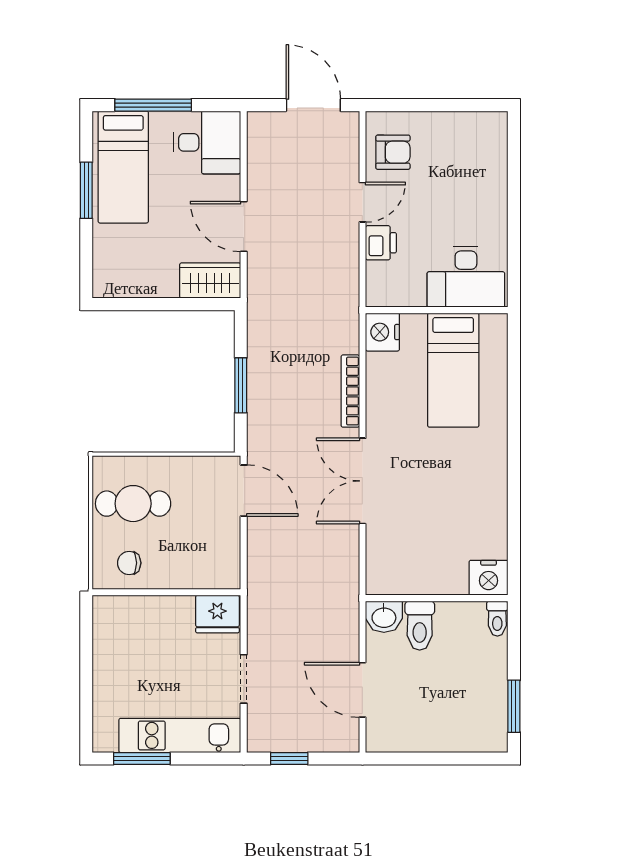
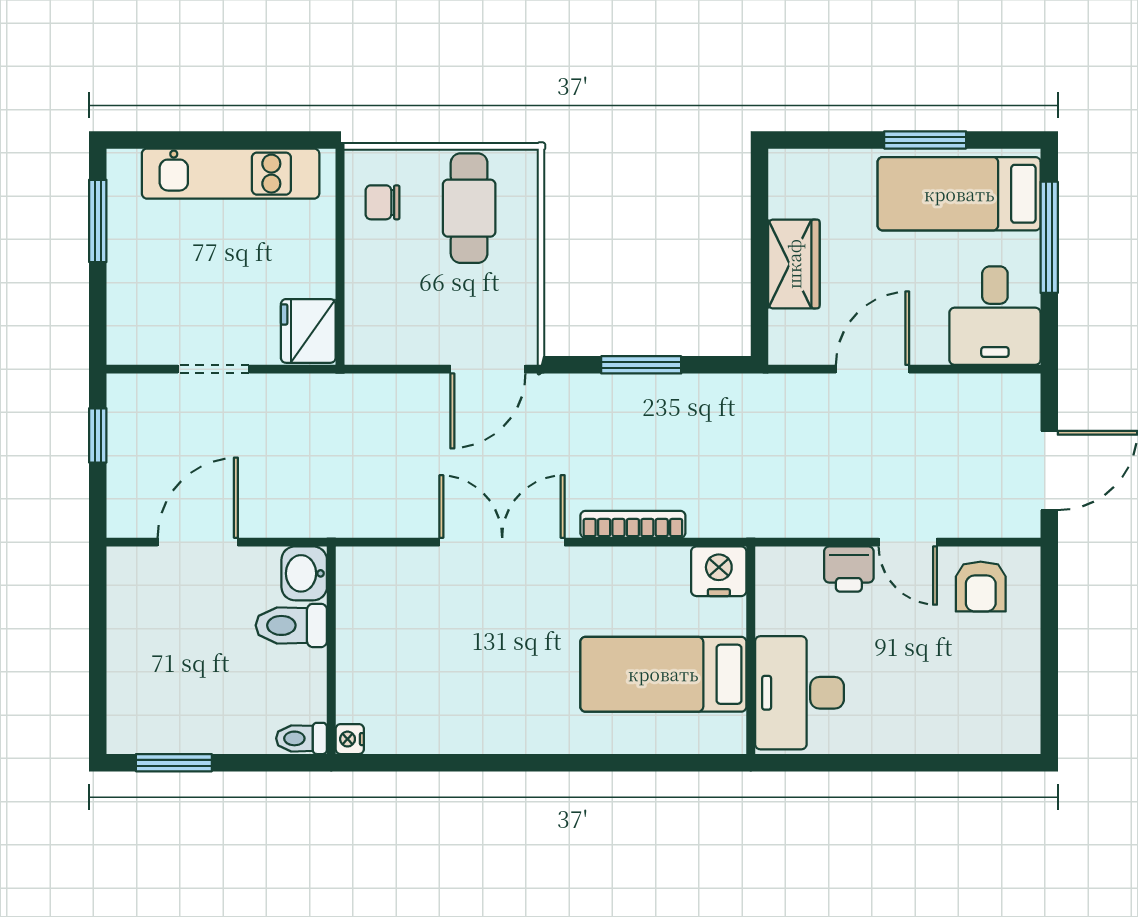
wardrobe: (210, 281) -> (794, 264), moved
chair: (129, 563) -> (383, 202), turned -90
nightstand: (489, 578) -> (350, 739), width x0.53, depth x0.56
kitchen unit: (180, 735) -> (231, 174), moved, turned 90

